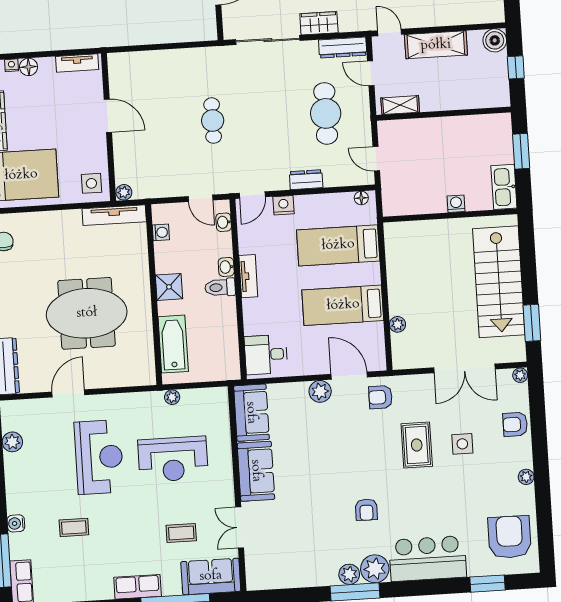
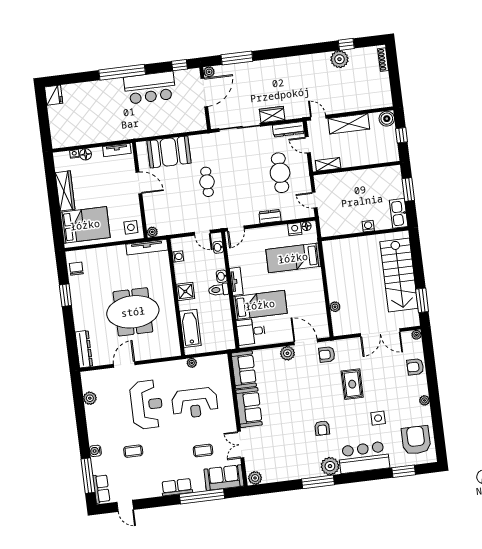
booth: (157, 71) -> (169, 152), added
nightstand: (283, 205) -> (295, 229), moved
bed: (343, 305) -> (260, 305), moved, turned 180
side table: (462, 444) -> (378, 418), moved
plant: (349, 574) -> (255, 478), moved

